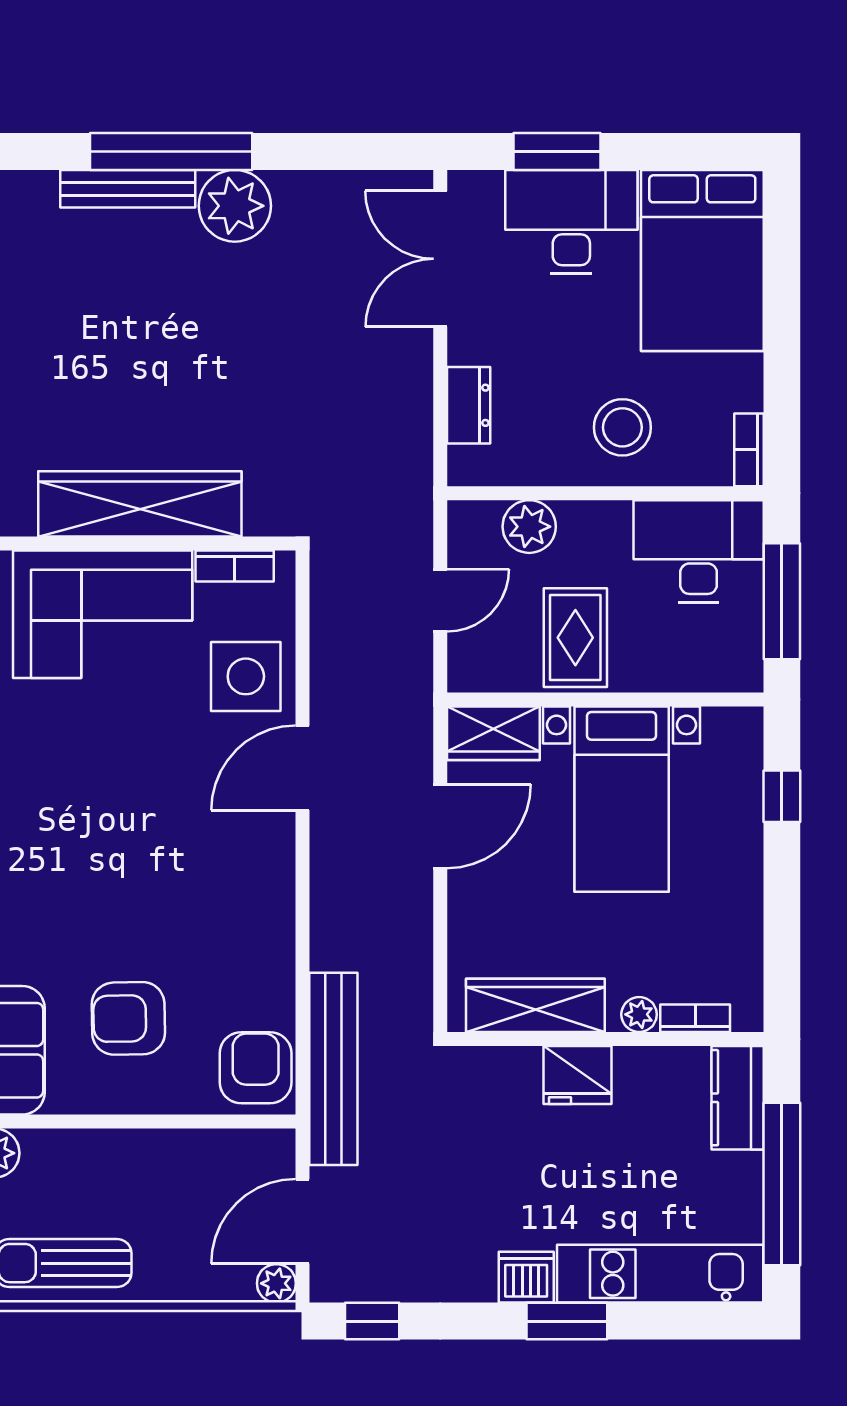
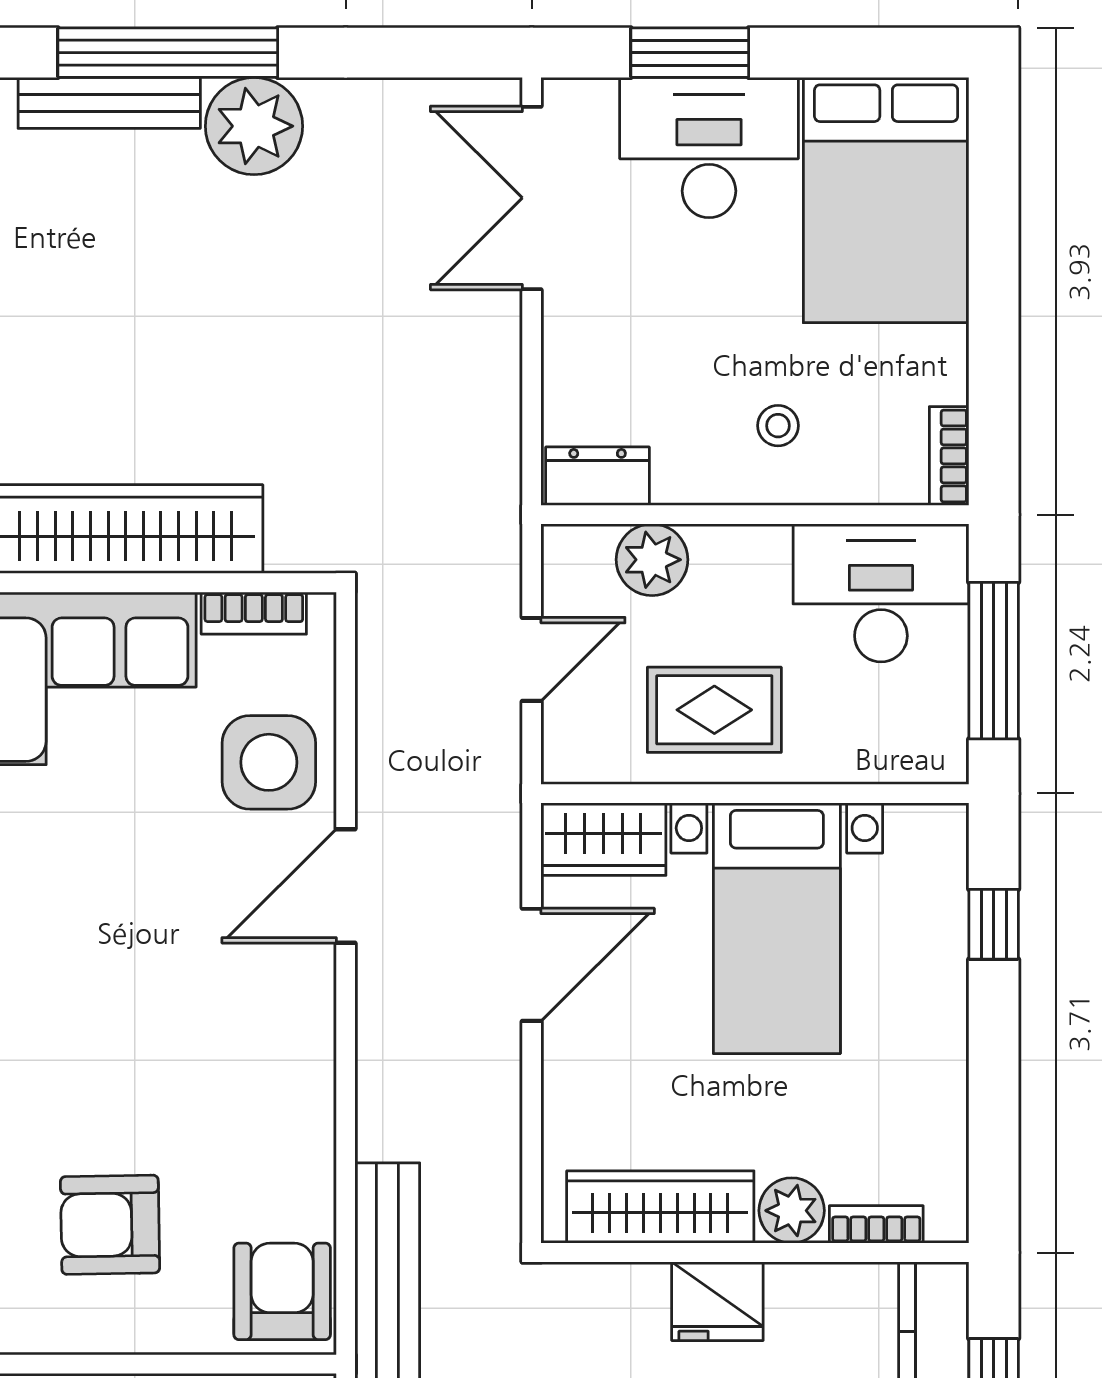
dresser: (469, 405) -> (598, 476), moved, turned -90
stool: (622, 427) -> (778, 426), width x0.53, depth x0.53
rug: (575, 638) -> (714, 710), turned 90
plant: (639, 1014) -> (792, 1211), width x1.38, depth x1.38

